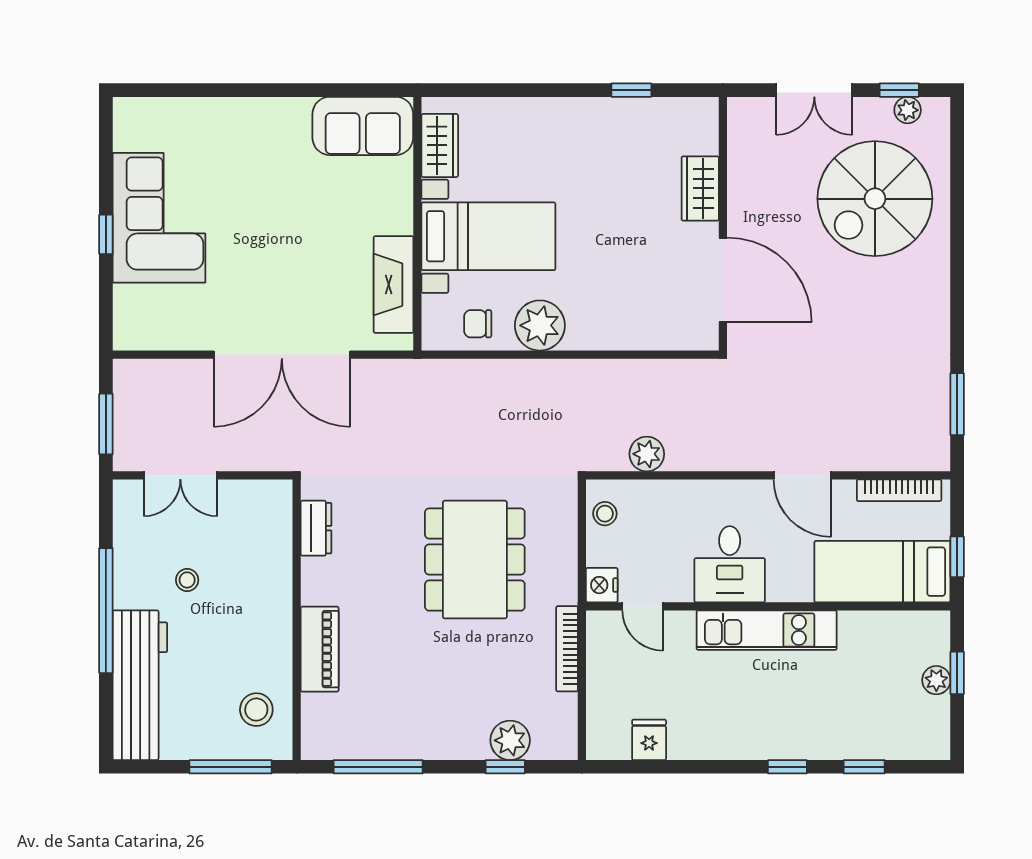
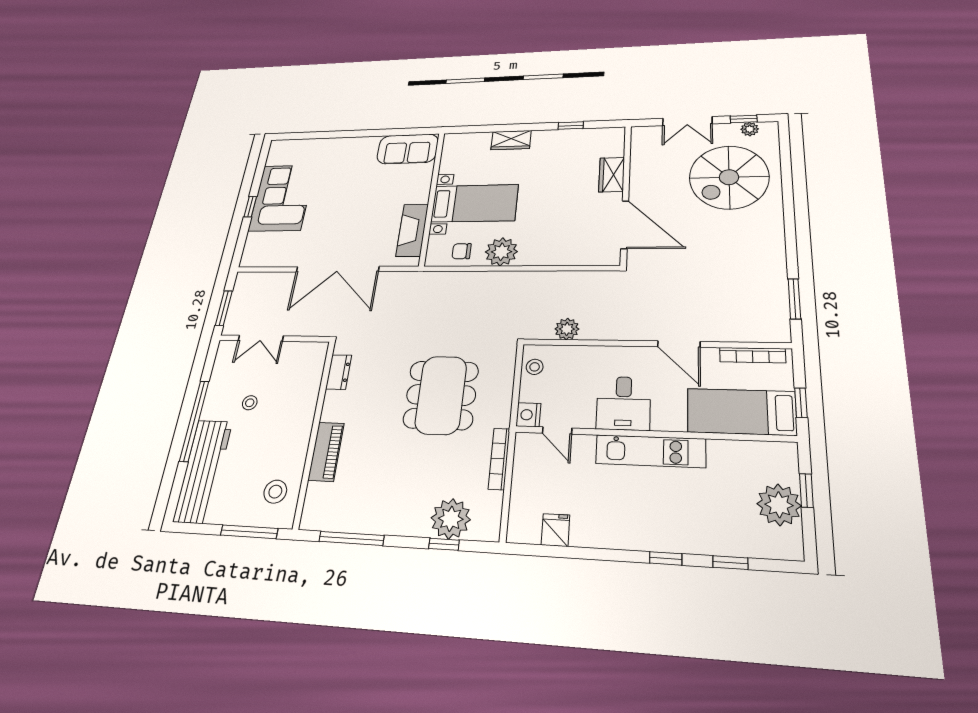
wardrobe: (440, 145) -> (511, 140), moved, turned 90
plant: (936, 680) -> (779, 505), width x1.87, depth x1.87
plant: (510, 740) -> (451, 519), width x1.36, depth x1.36

